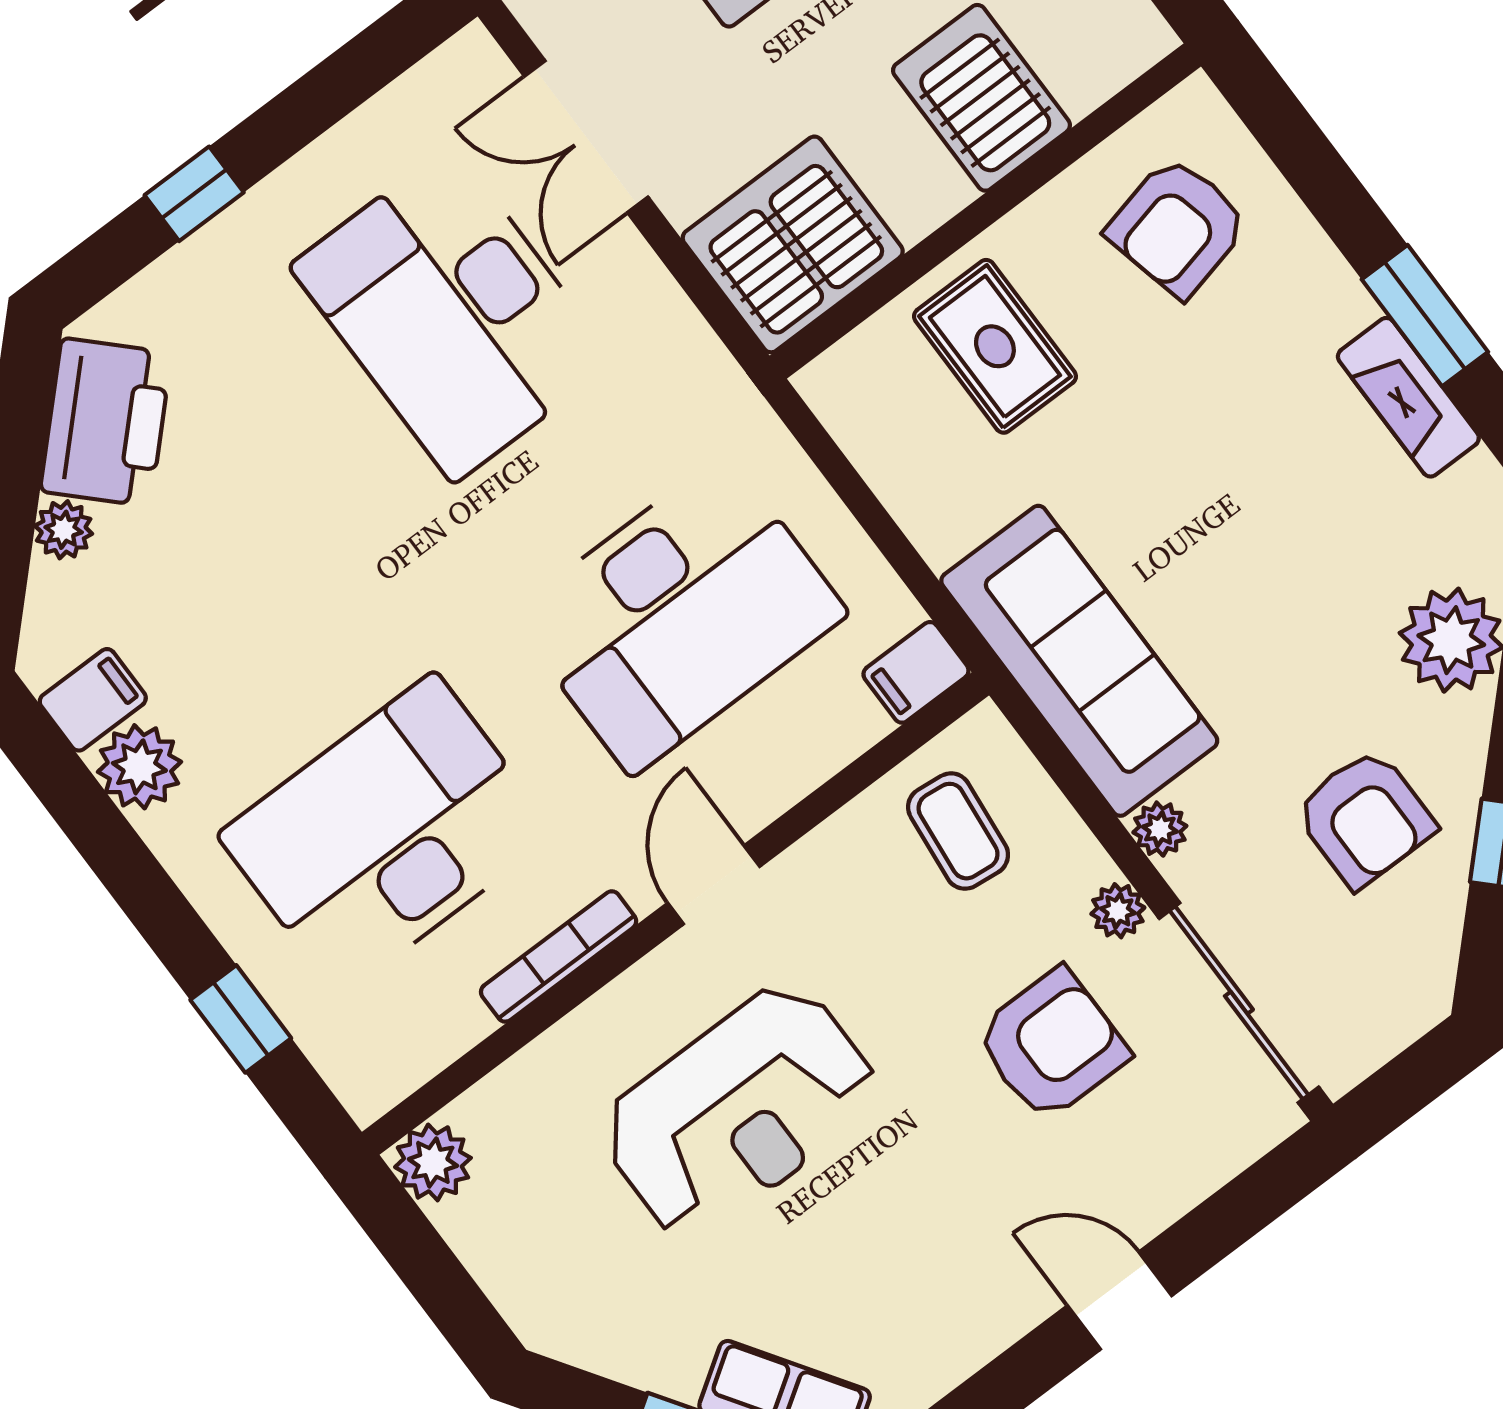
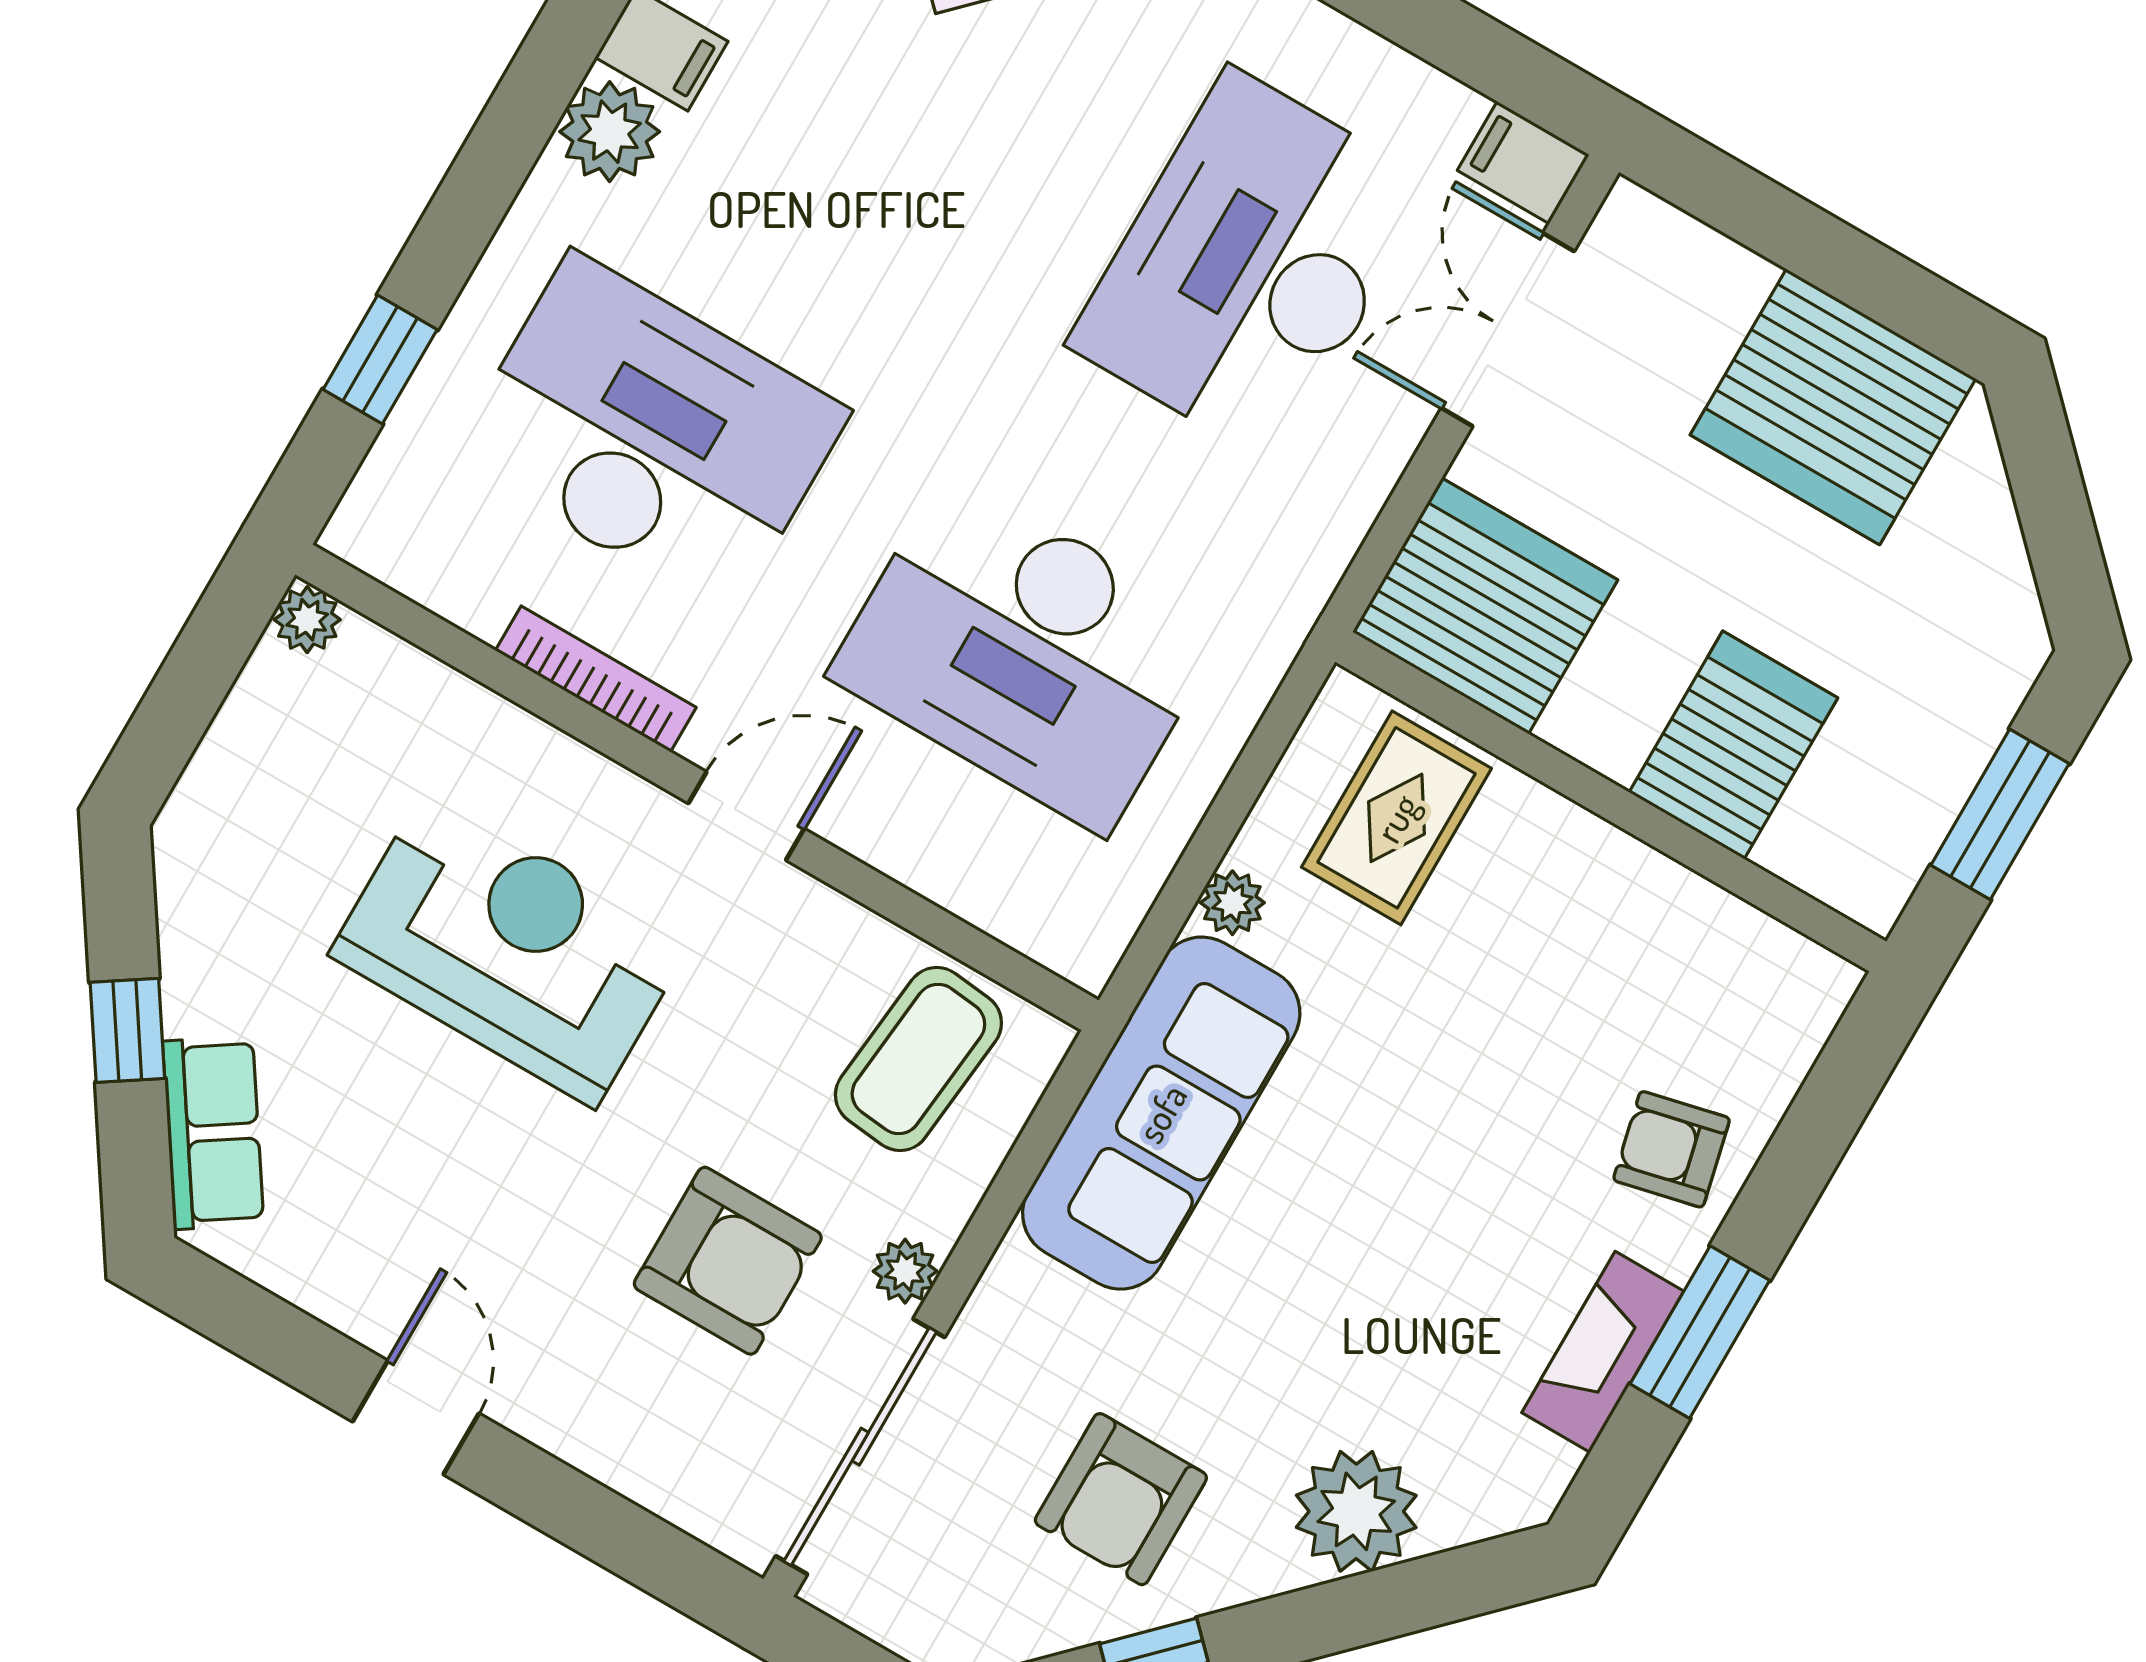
armchair: (1178, 227) -> (1672, 1149), moved, width x0.72, depth x0.72
rug: (995, 346) -> (1396, 818), moved
filing cabinet: (916, 672) -> (1523, 163), moved
plant: (1160, 829) -> (1232, 903), moved
coffee table: (958, 831) -> (918, 1059), width x1.36, depth x1.30
reception desk: (739, 1111) -> (510, 948), turned 180
plant: (433, 1162) -> (307, 620), width x0.73, depth x0.73
door: (1120, 1301) -> (416, 1417), moved

